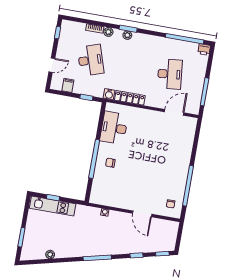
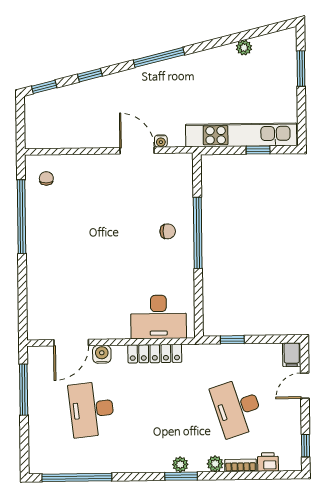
printer: (204, 49) -> (268, 462), moved
filing cabinet: (68, 85) -> (292, 355), moved
water cooler: (109, 94) -> (102, 354), moved
desk: (114, 128) -> (159, 317), moved, turned 90
kitchen unit: (53, 206) -> (241, 135), width x1.36
door: (142, 214) -> (137, 151), moved

